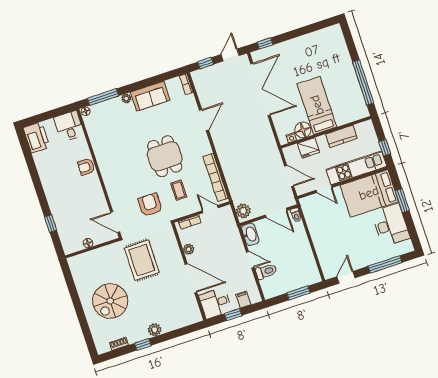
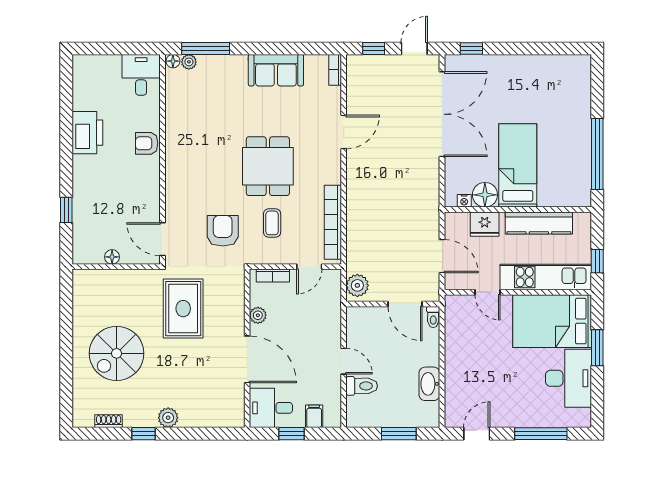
plant: (126, 98) -> (189, 62), moved
kitchen counter: (341, 136) -> (539, 223), width x1.50
printer: (36, 137) -> (87, 133), moved
door: (210, 209) -> (309, 267), swing flipped
washbasin: (250, 234) -> (429, 384), moved, turned 180

